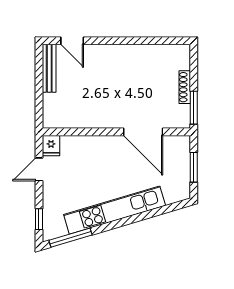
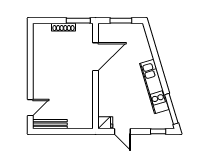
kitchen unit: (115, 210) -> (154, 86), width x0.73

